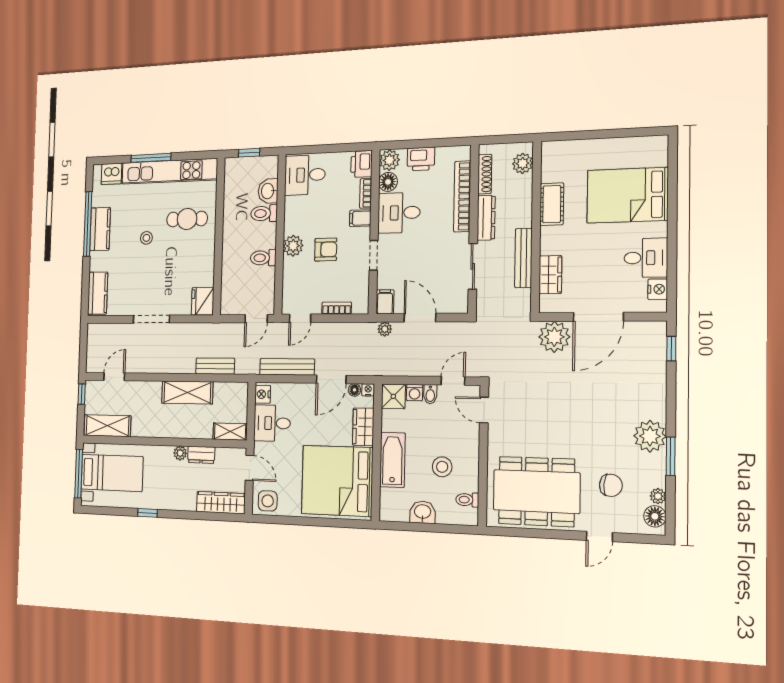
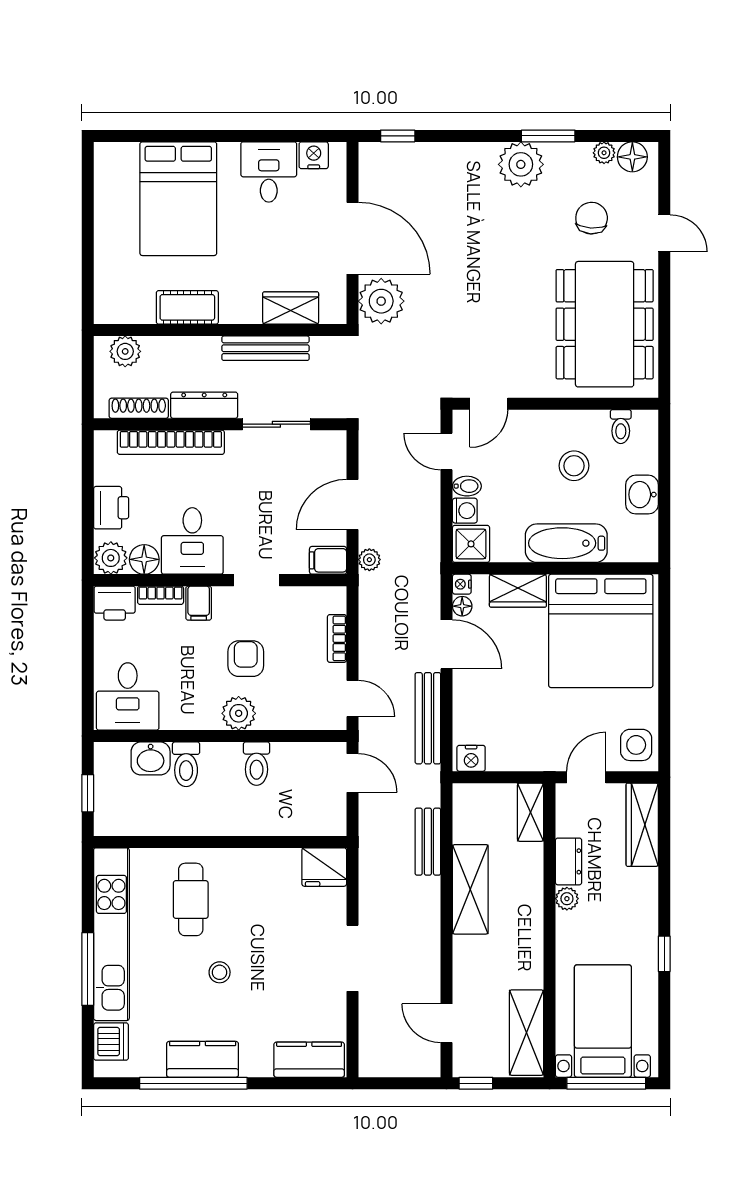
desk: (272, 423) -> (516, 741), removed

